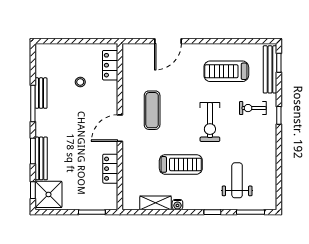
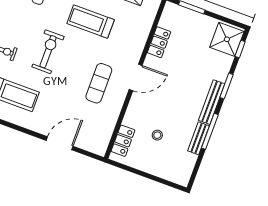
bench: (41, 158) -> (212, 102), moved

